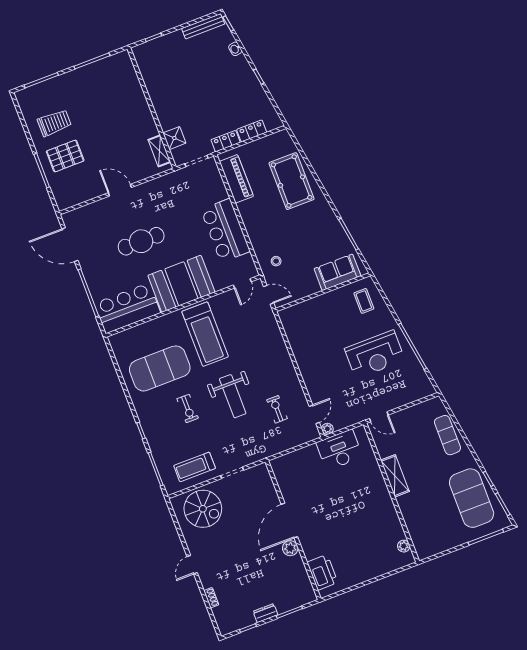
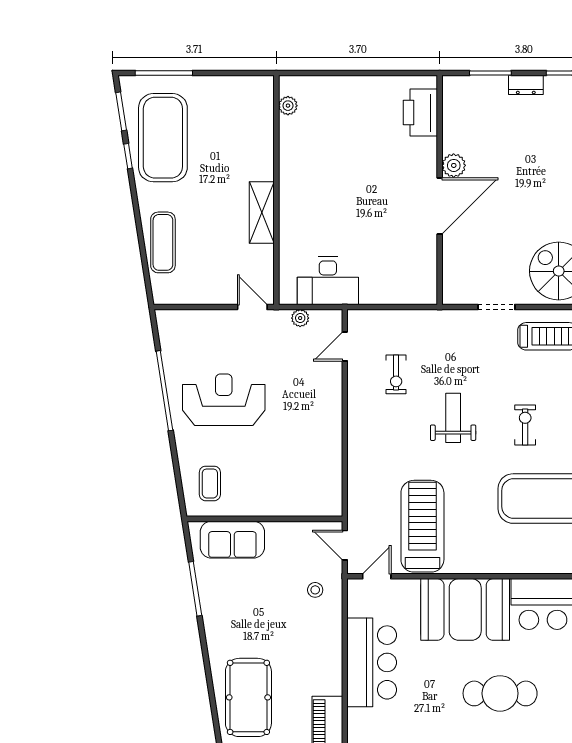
treadmill: (205, 334) -> (422, 526), moved
weight bench: (233, 396) -> (453, 418), width x0.73, depth x0.75
plant: (327, 429) -> (300, 318), moved

